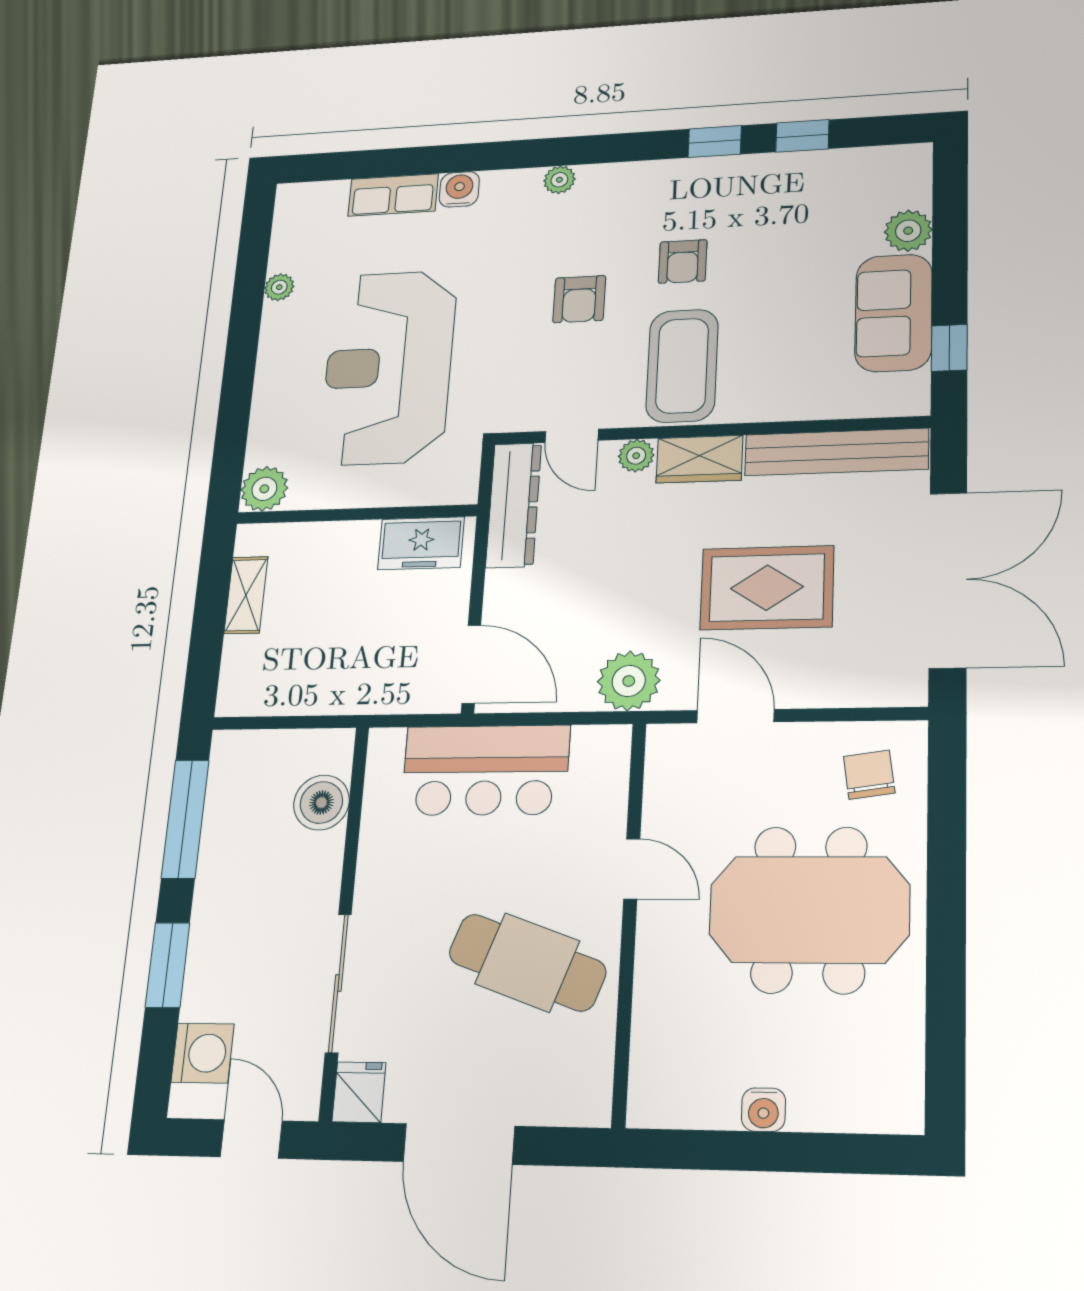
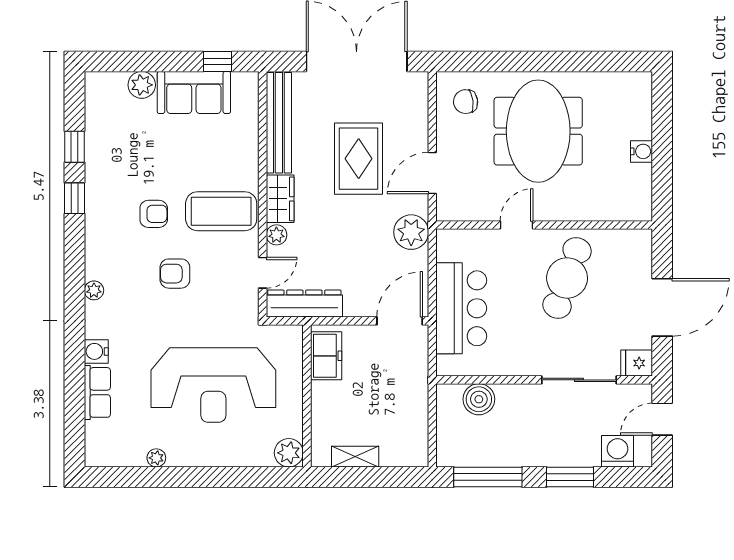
armchair: (579, 299) -> (175, 274), turned 180

